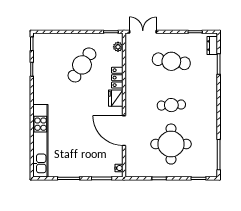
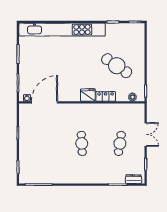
double door: (143, 32) -> (146, 134), moved
cafe table: (171, 61) -> (120, 143), width x0.73, depth x0.74
door: (124, 131) -> (45, 102), moved
kitchen unit: (40, 141) -> (62, 30), width x1.36
round table: (171, 144) -> (48, 143), removed

